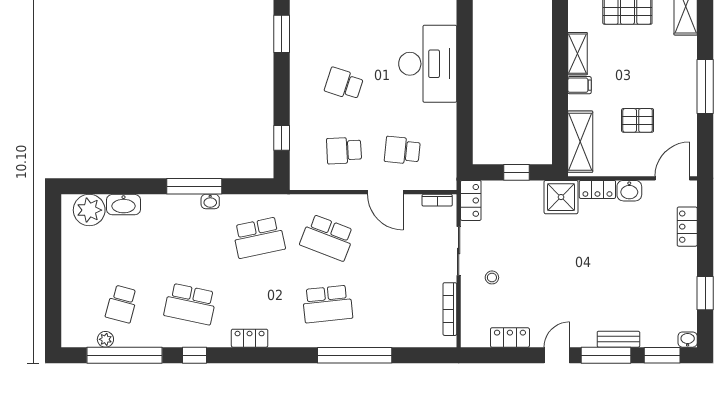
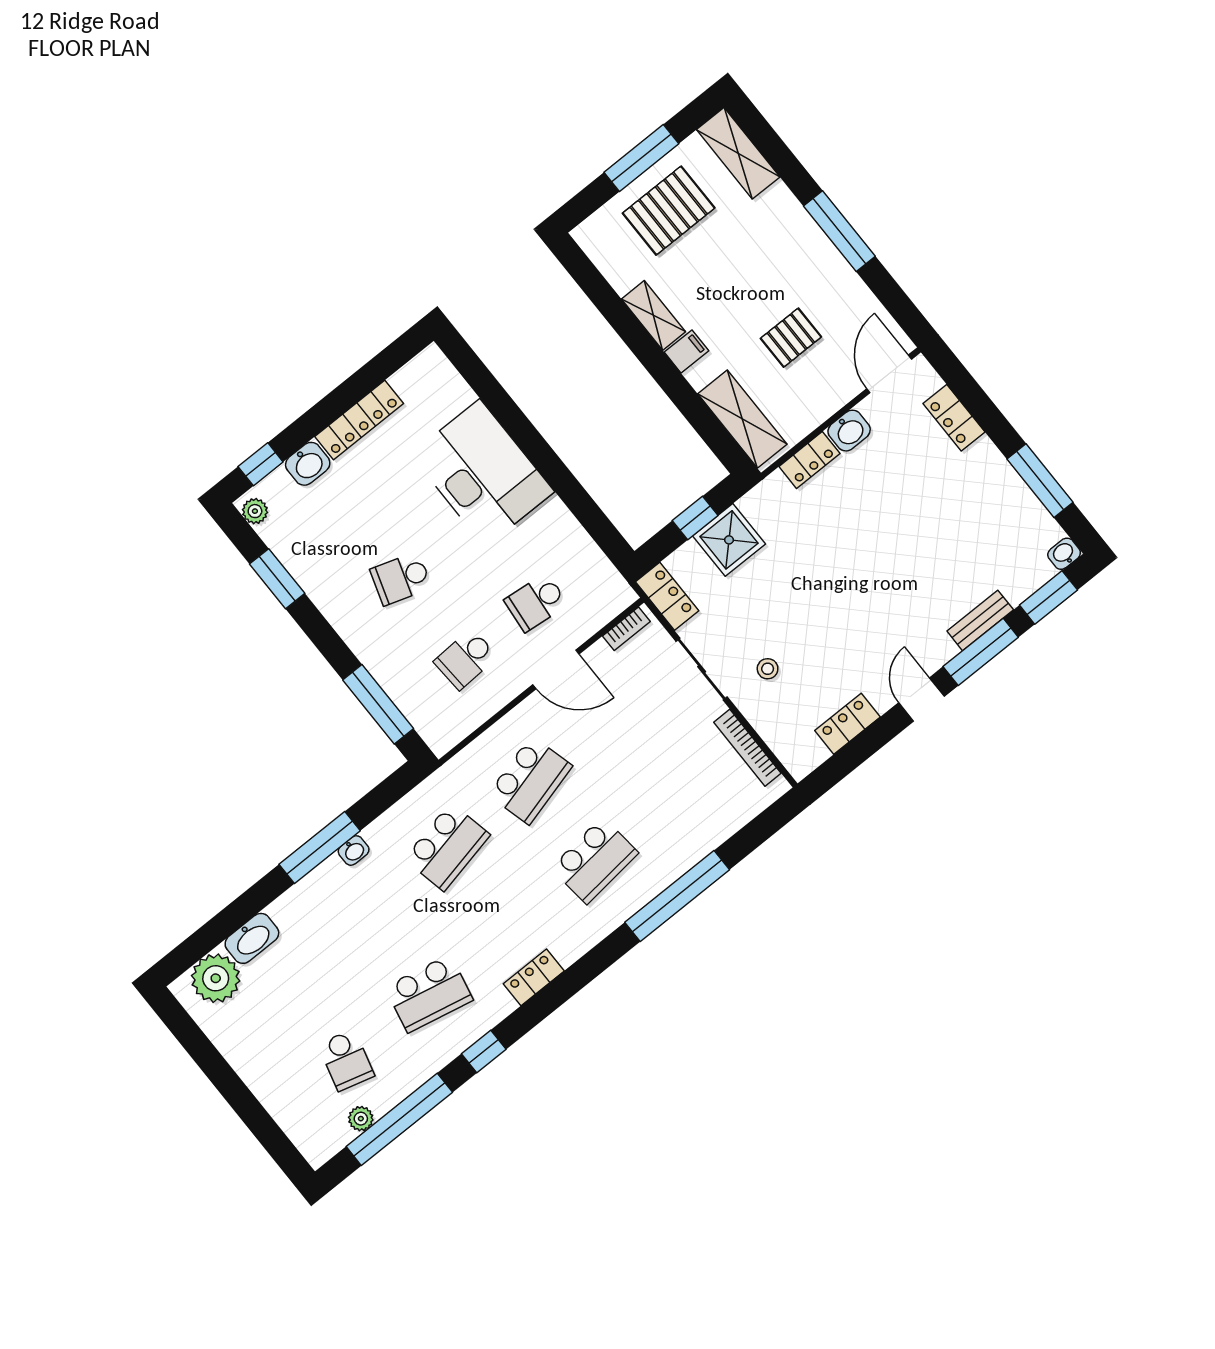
window: (282, 138) -> (378, 704), width x2.17
shower: (561, 197) -> (729, 540), moved
school desk: (327, 238) -> (530, 780), turned -36
window: (705, 293) -> (1040, 481), width x1.44

